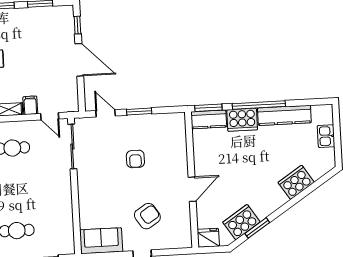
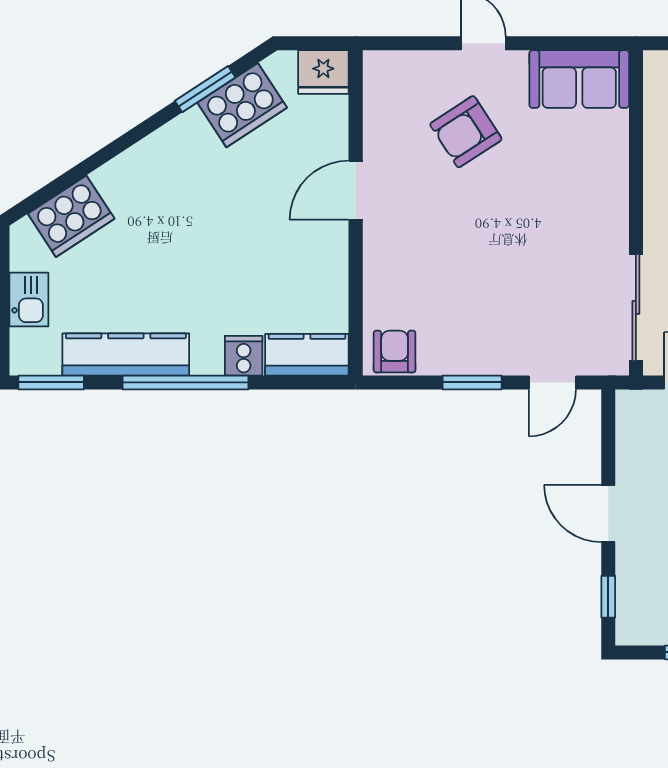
door: (79, 60) -> (608, 513), width x0.73
window: (208, 108) -> (51, 382), moved
door: (106, 113) -> (552, 382), hinge flipped
cooker: (242, 120) -> (244, 356), width x0.53, depth x0.76
armchair: (135, 159) -> (395, 352), moved
cooker: (296, 182) -> (71, 216), moved

